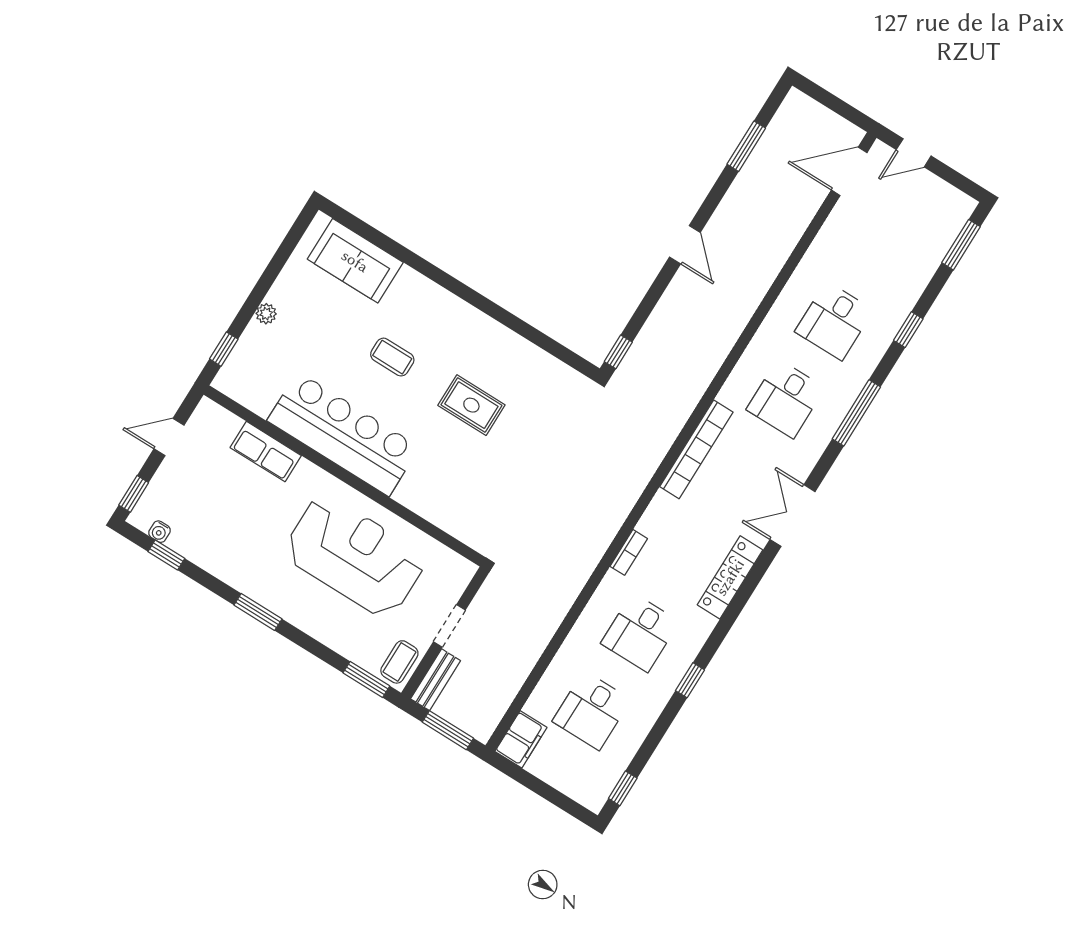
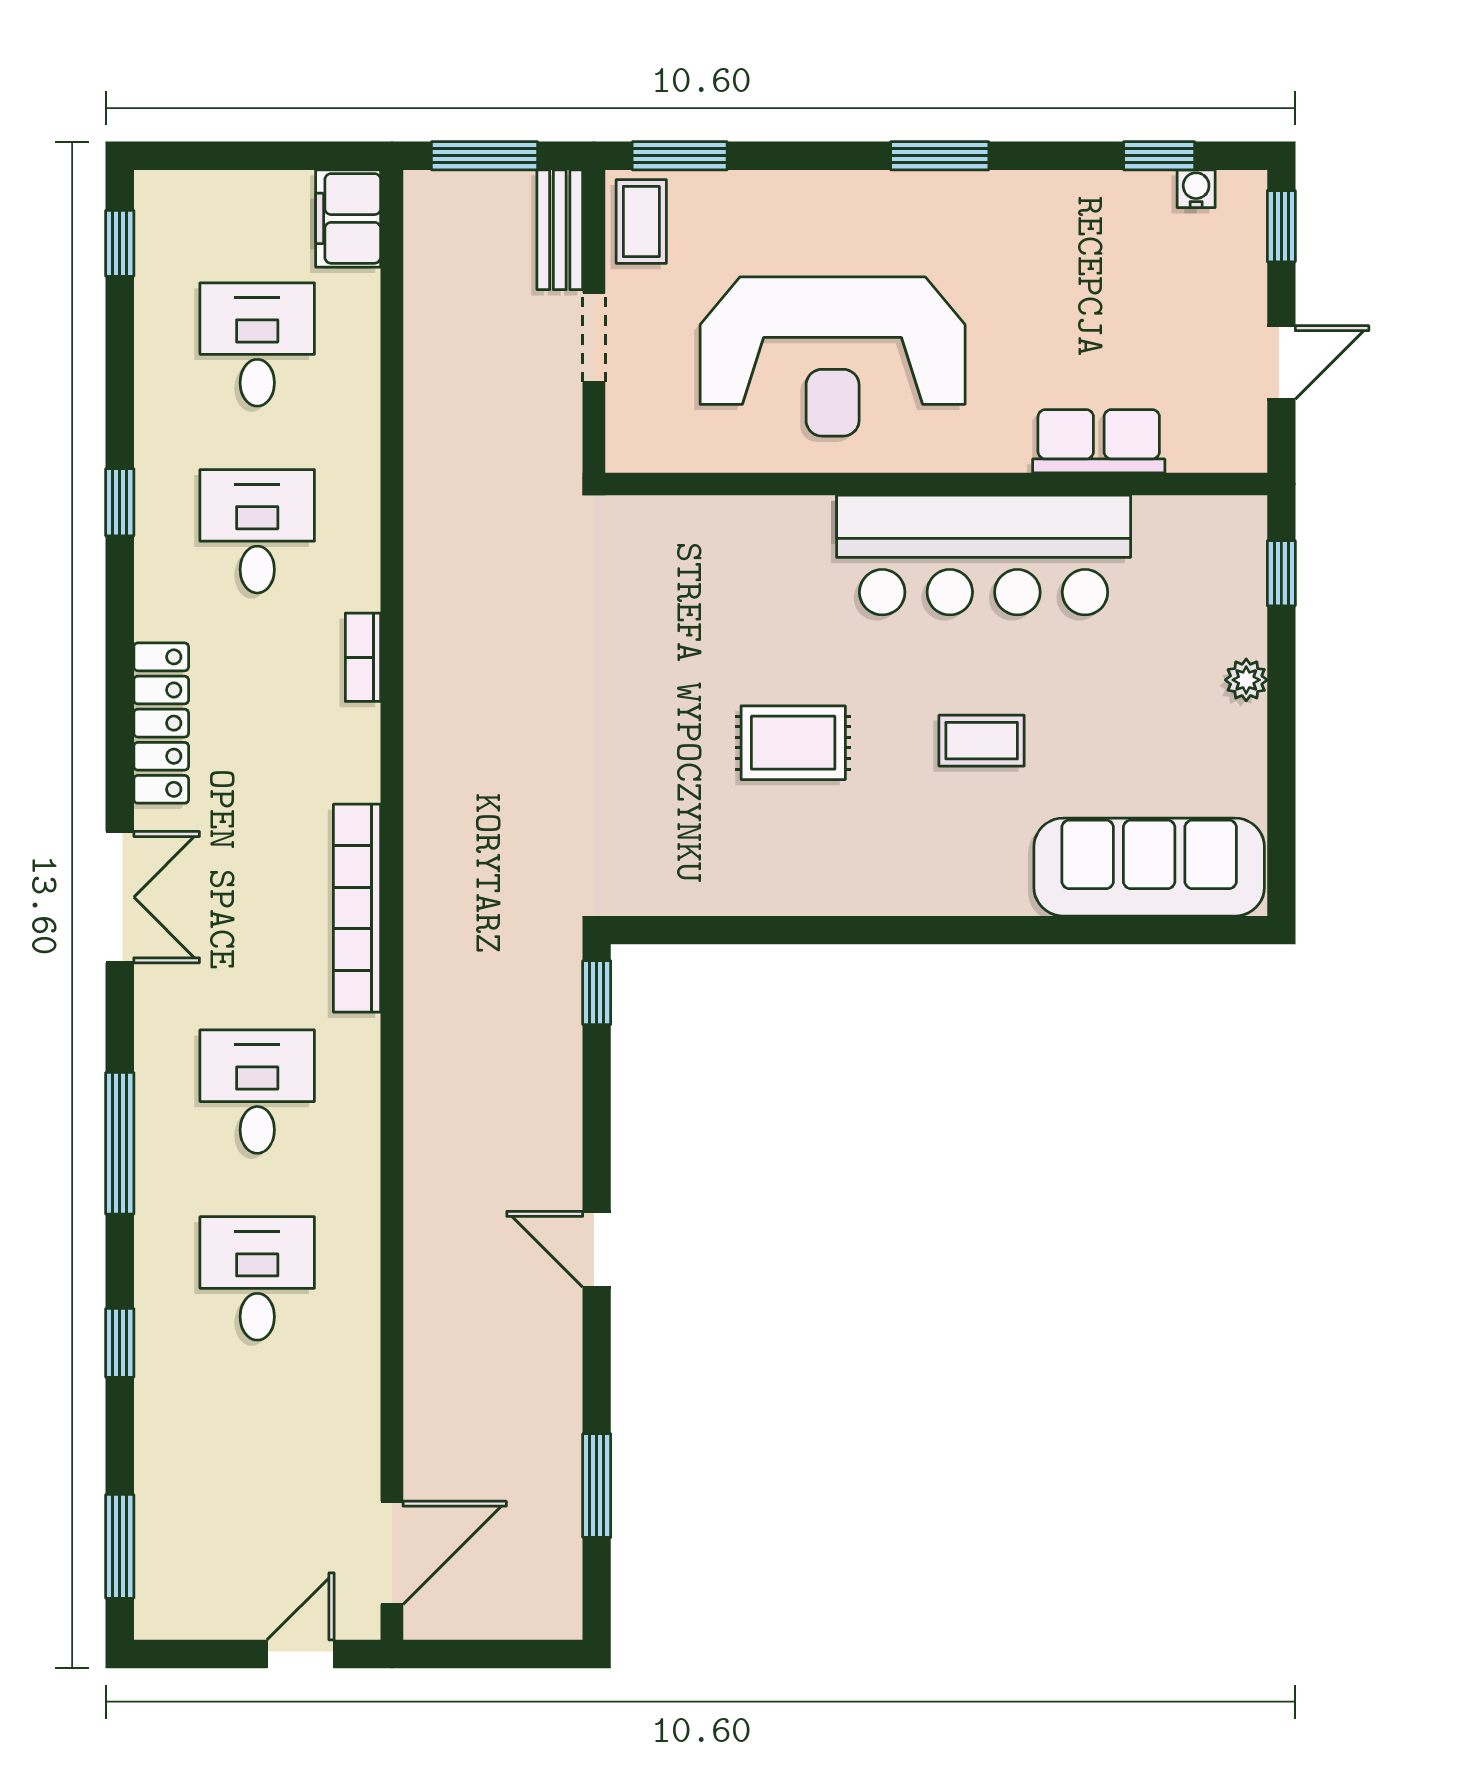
sofa: (355, 261) -> (1149, 867), width x1.36

